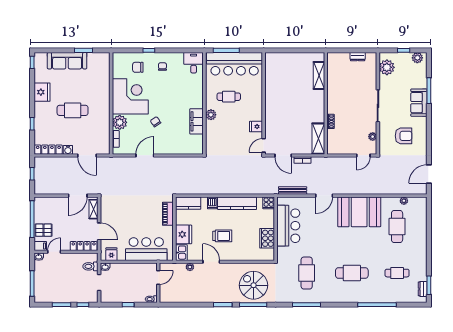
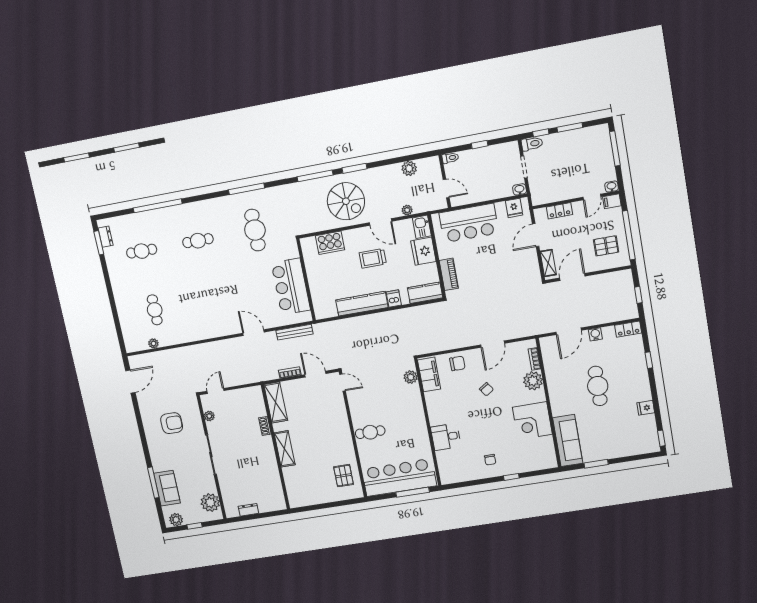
sofa: (67, 61) -> (568, 441), moved, turned 90
desk: (194, 63) -> (446, 437), moved, turned 90
chair: (138, 67) -> (457, 363), moved
pallet: (277, 72) -> (344, 476), added
shelving: (319, 75) -> (285, 449), moved
fridge: (42, 92) -> (646, 408), width x0.53, depth x0.75
corner desk: (130, 96) -> (532, 421), width x0.74, depth x0.74
cafe table: (229, 97) -> (370, 432), moved
sofa: (419, 103) -> (167, 488), moved
cafe table: (73, 110) -> (598, 386), turned 90
plant: (211, 115) -> (411, 377), moved
filing cabinet: (197, 121) -> (429, 374), moved
fridge: (256, 127) -> (357, 404), removed
armchair: (404, 136) -> (172, 423), turned 180
door: (264, 145) -> (342, 382), hinge flipped
locker: (48, 150) -> (628, 329), width x0.66
door: (87, 155) -> (569, 331), swing flipped
door: (324, 196) -> (254, 333), hinge flipped
cooker: (269, 203) -> (322, 311), removed
booth: (359, 212) -> (206, 320), removed
cafe table: (397, 227) -> (155, 310), width x0.73, depth x0.74
pallet: (44, 230) -> (606, 246), moved
door: (99, 231) -> (536, 235), hinge flipped
cooker: (267, 238) -> (330, 243), moved, turned 90
locker: (84, 246) -> (560, 211), width x0.66
toilet: (90, 266) -> (532, 144), moved
cafe table: (352, 273) -> (198, 241), width x0.73, depth x0.74
door: (158, 277) -> (446, 189), swing flipped
spiral stairs: (254, 285) -> (346, 201), moved
plant: (183, 297) -> (409, 168), added

